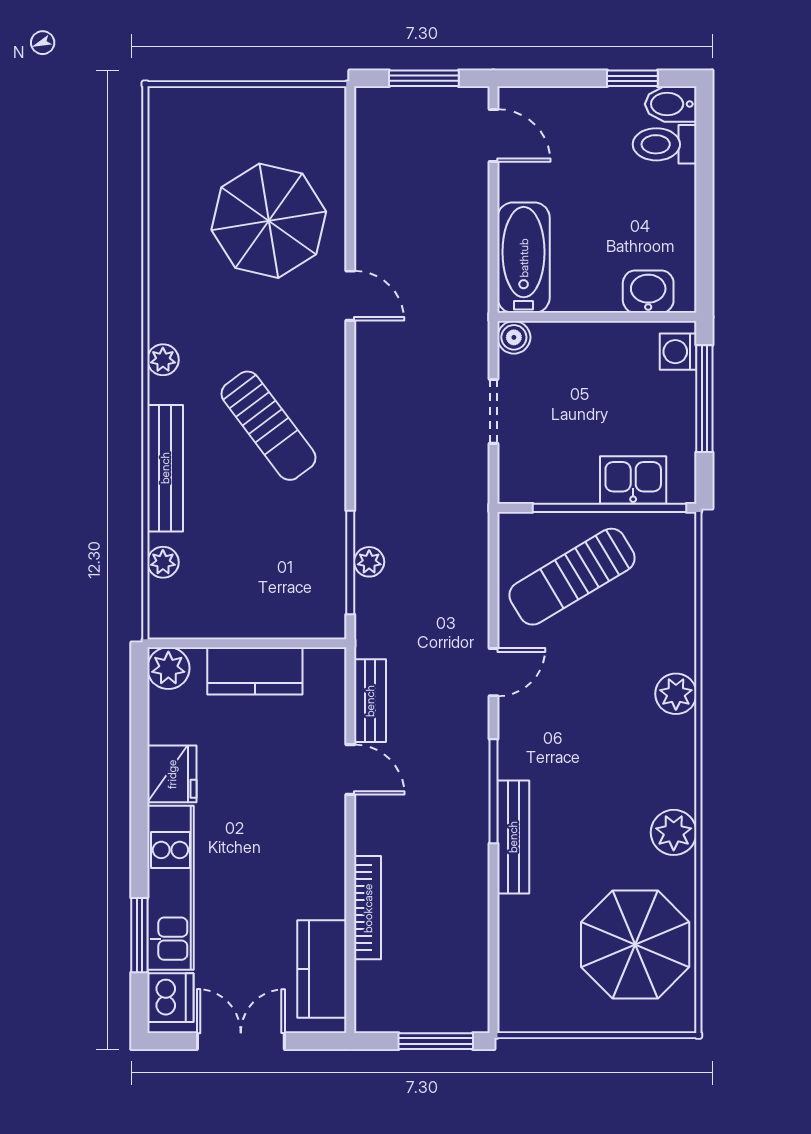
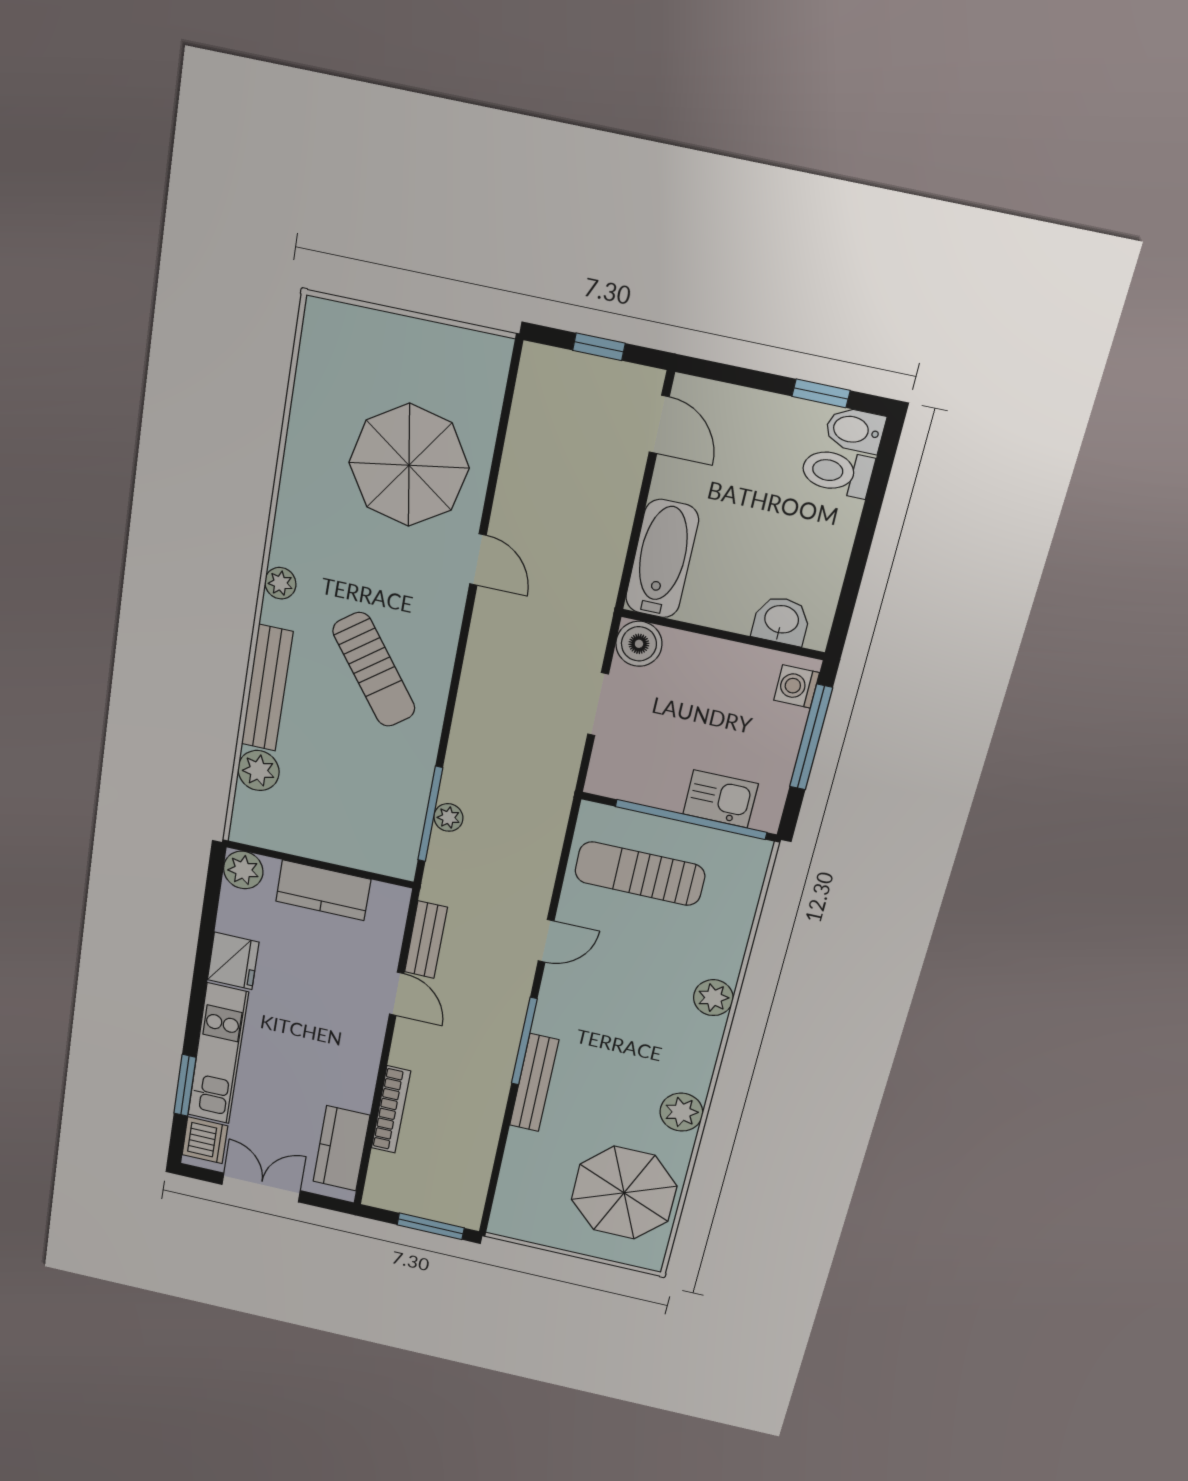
window: (424, 78) -> (599, 347), width x0.67
boiler: (514, 337) -> (639, 644), width x1.36, depth x1.36
plant: (163, 562) -> (258, 771), width x1.38, depth x1.38
sun lounger: (572, 577) -> (640, 874), turned 31

